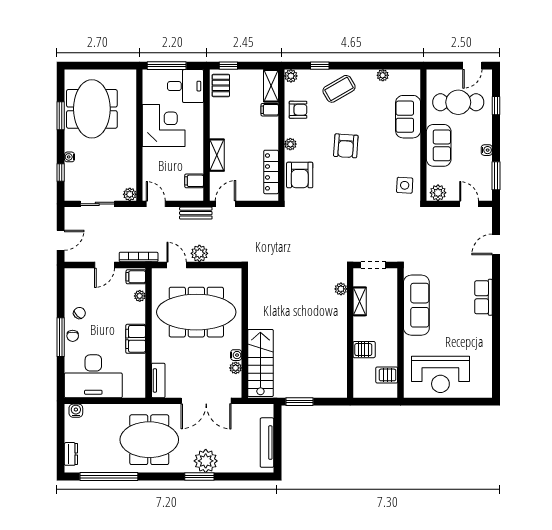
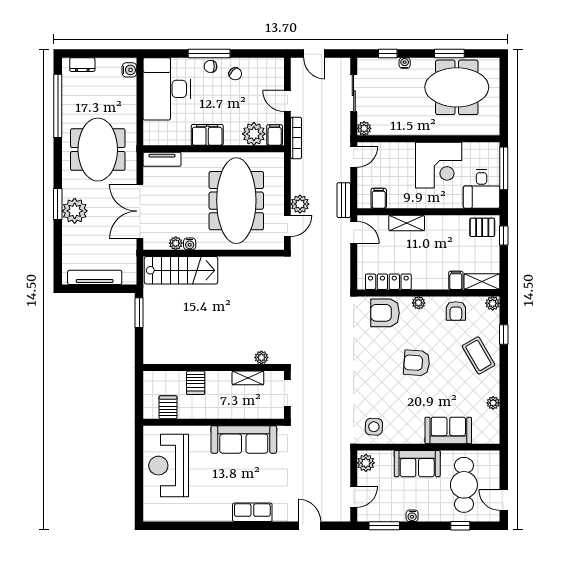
door: (177, 265) -> (287, 226), moved
plant: (140, 296) -> (254, 134), width x1.87, depth x1.87

